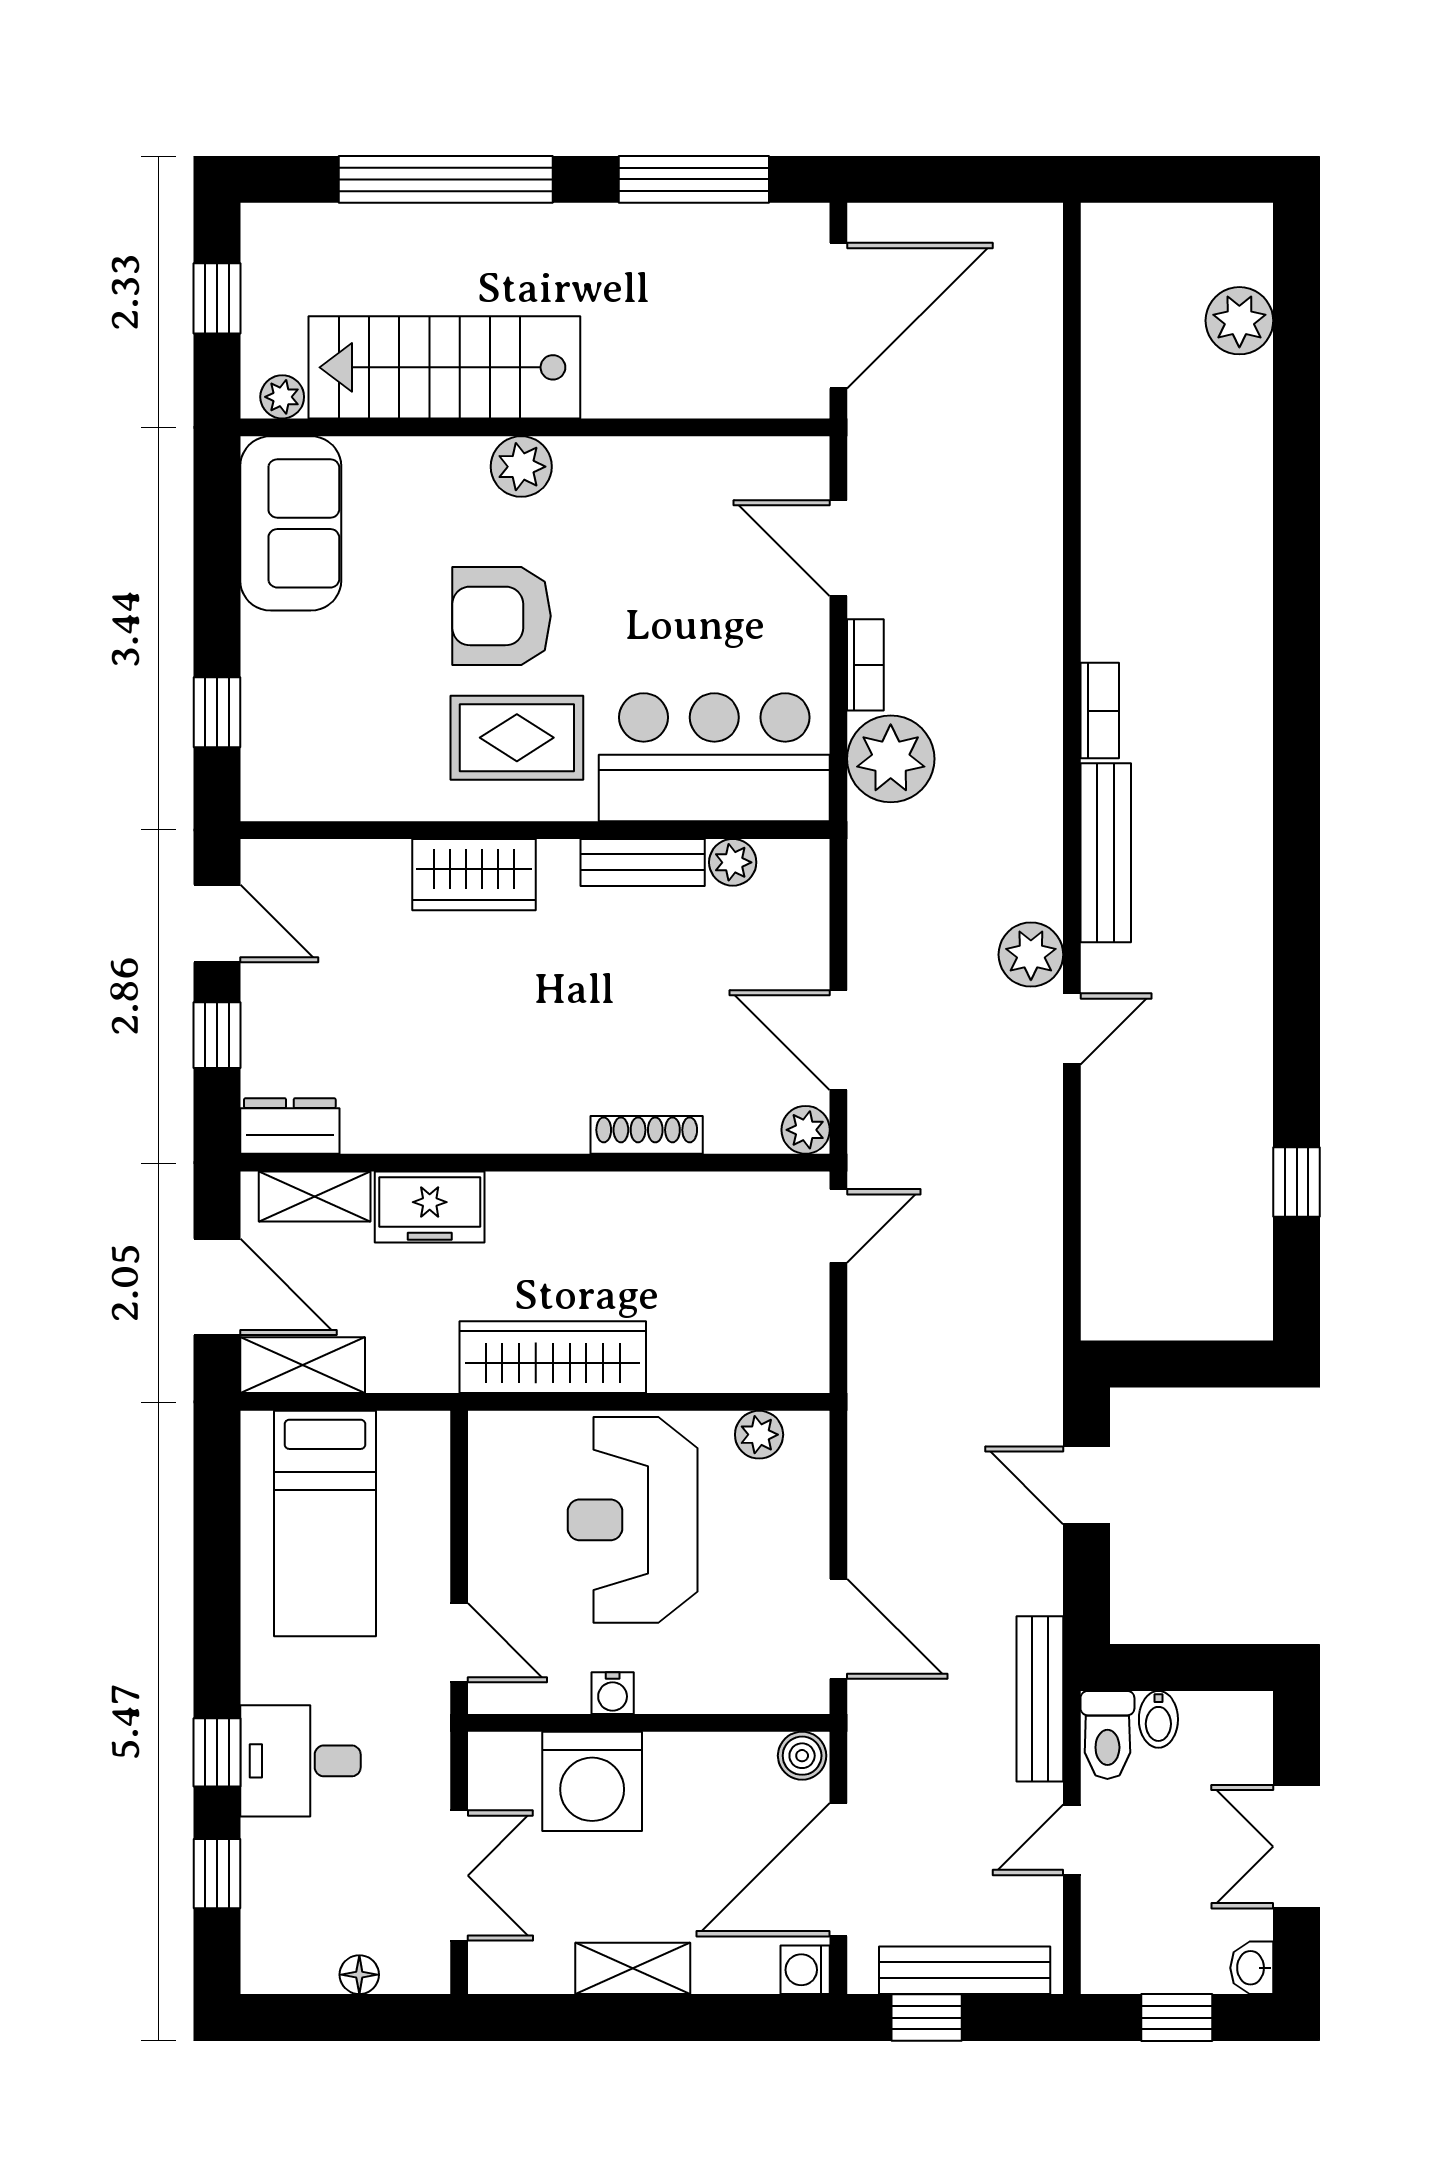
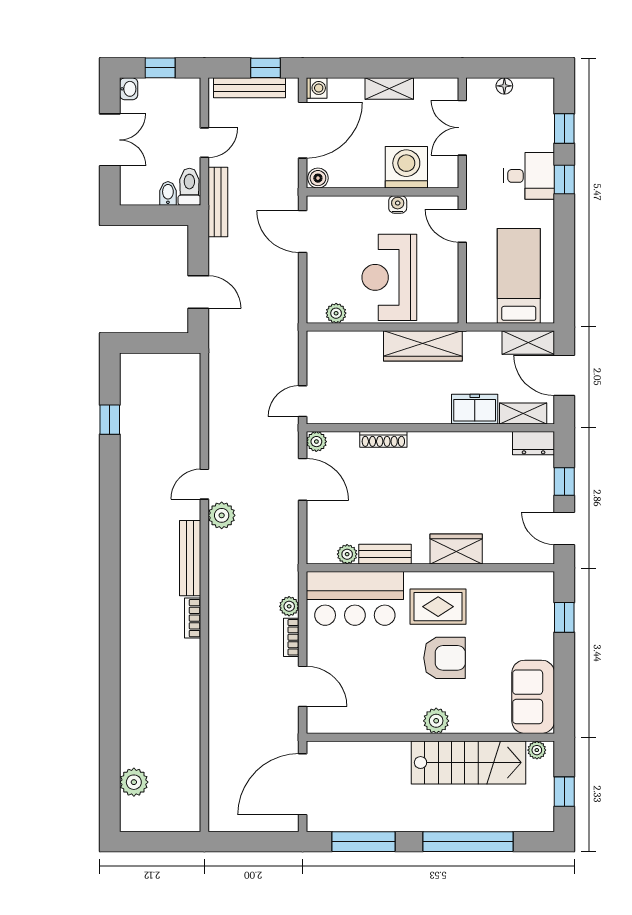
plant: (891, 759) -> (289, 606), width x0.53, depth x0.53
reception desk: (633, 1520) -> (389, 277), turned 180

